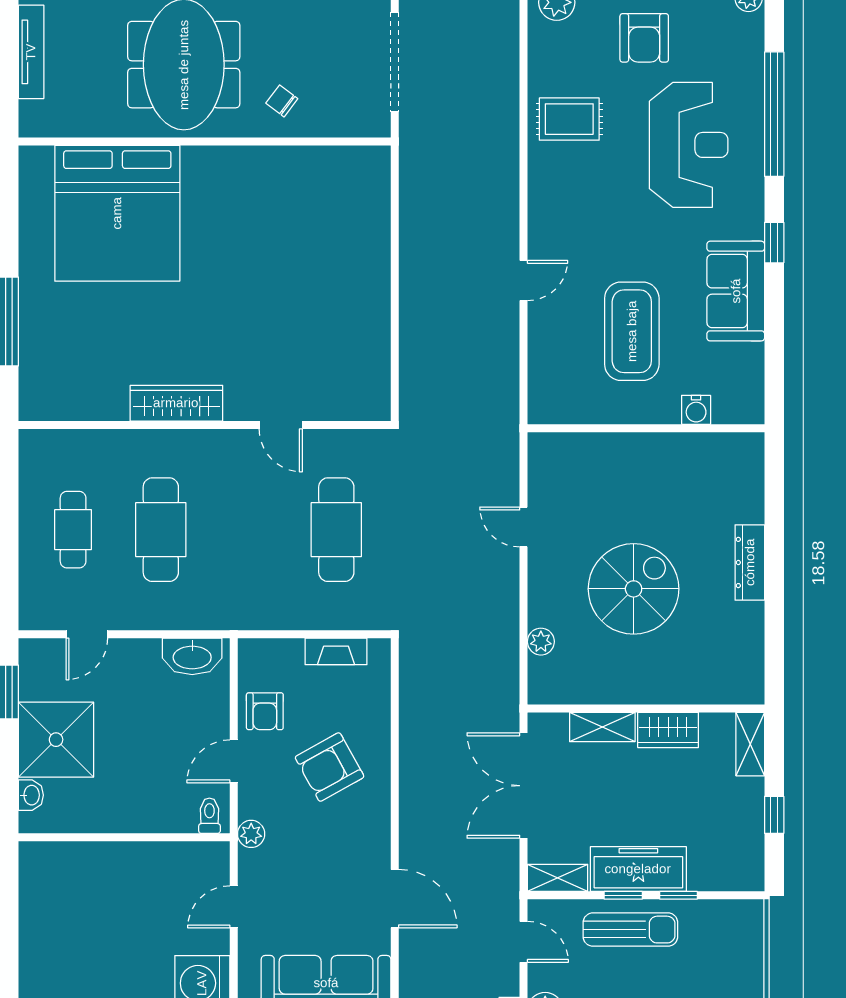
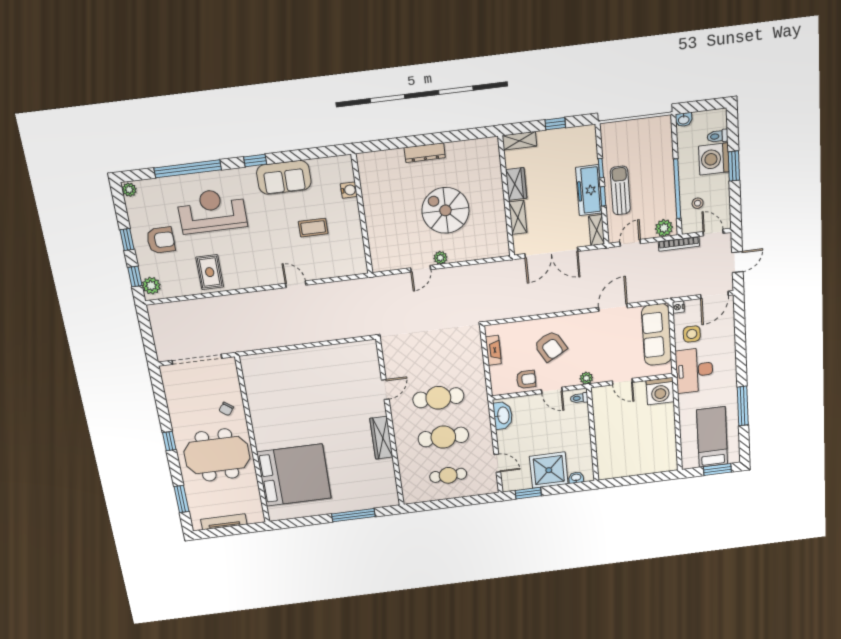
coffee table: (632, 331) -> (313, 228), width x0.54, depth x0.58
cafe table: (336, 530) -> (438, 398), moved
plant: (541, 642) -> (440, 258), moved

